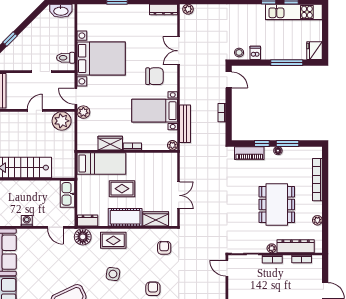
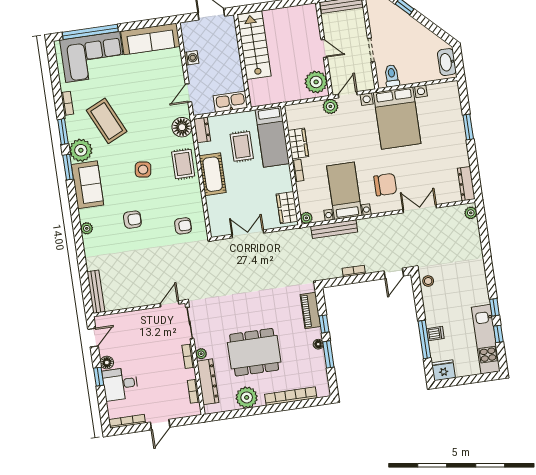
dishwasher: (255, 53) -> (435, 334), moved
chair: (154, 76) -> (385, 185), turned -90
rug: (122, 189) -> (242, 146), moved
double door: (179, 195) -> (248, 234), swing flipped
wardrobe: (156, 219) -> (287, 208), moved, turned 180
plant: (317, 220) -> (247, 397), width x1.88, depth x1.88

